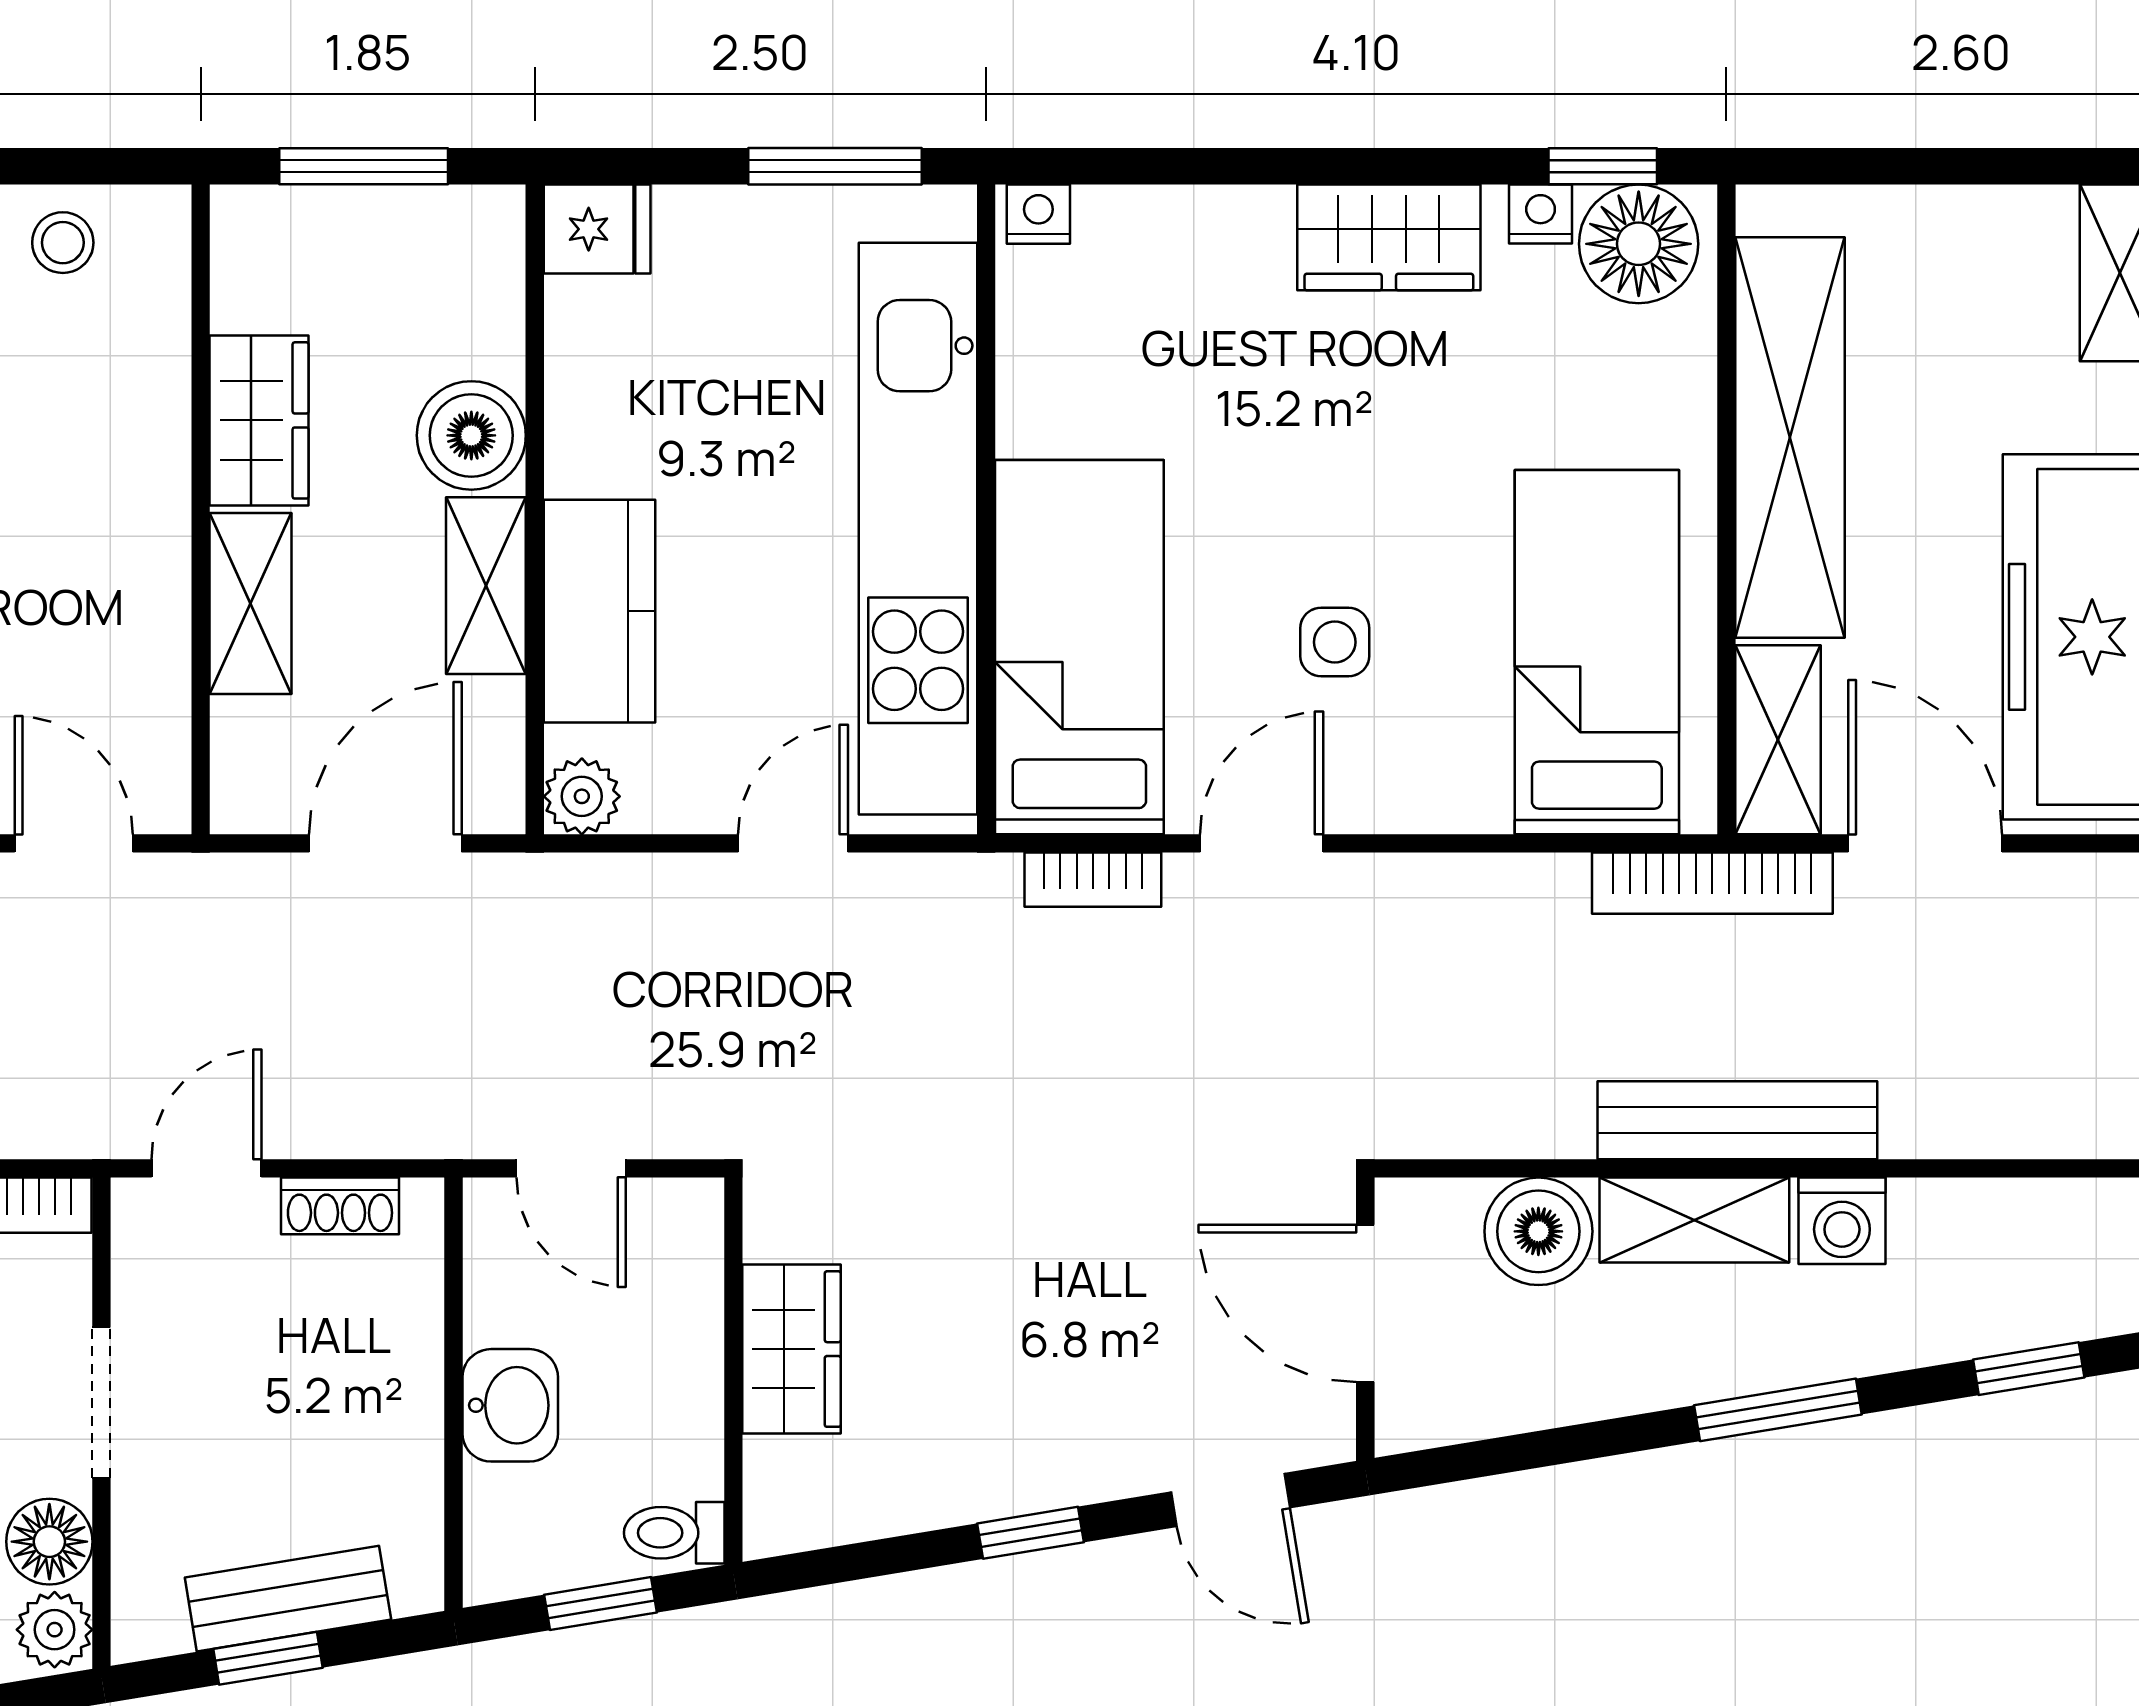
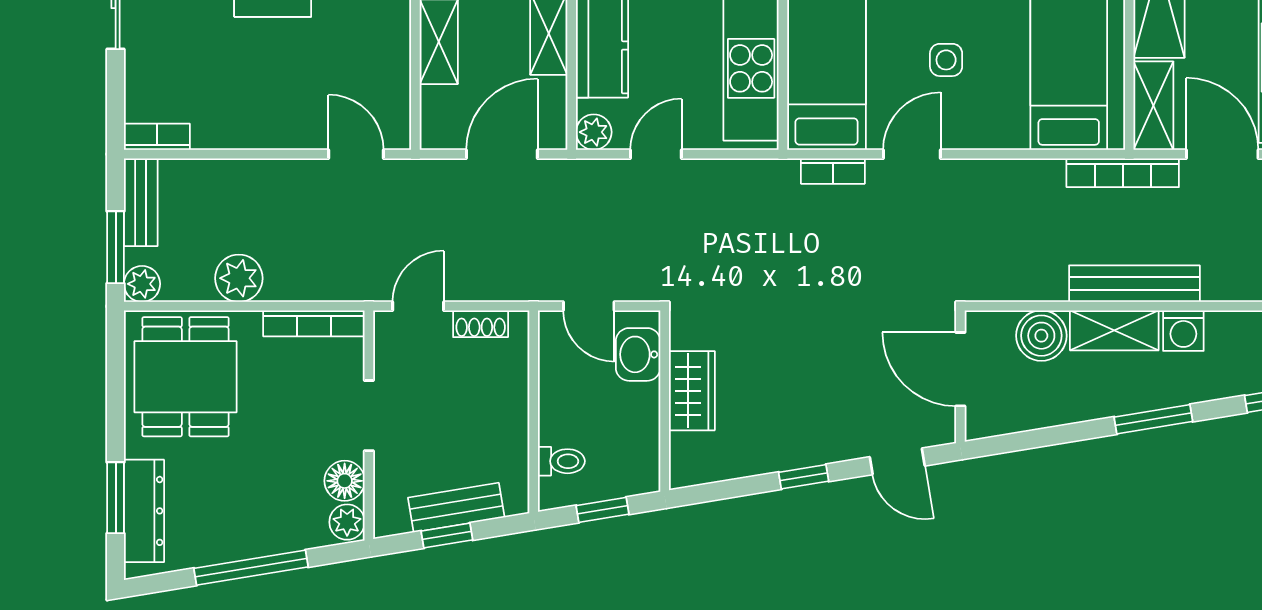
door: (793, 843) -> (656, 154), moved
washbasin: (510, 1405) -> (638, 354), moved, turned 180
toilet: (674, 1533) -> (561, 461), moved, turned 180

